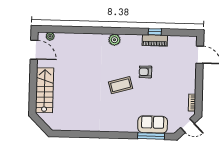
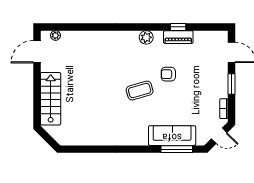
plant: (114, 40) -> (146, 37), moved
door: (34, 50) -> (37, 52), swing flipped
window: (199, 82) -> (231, 84), added
sofa: (153, 124) -> (172, 136), width x1.36

